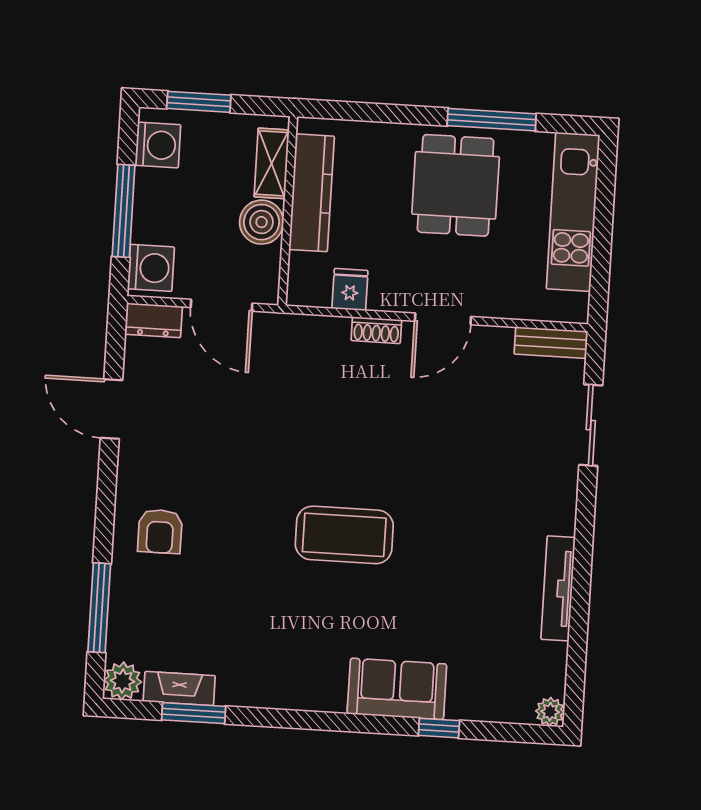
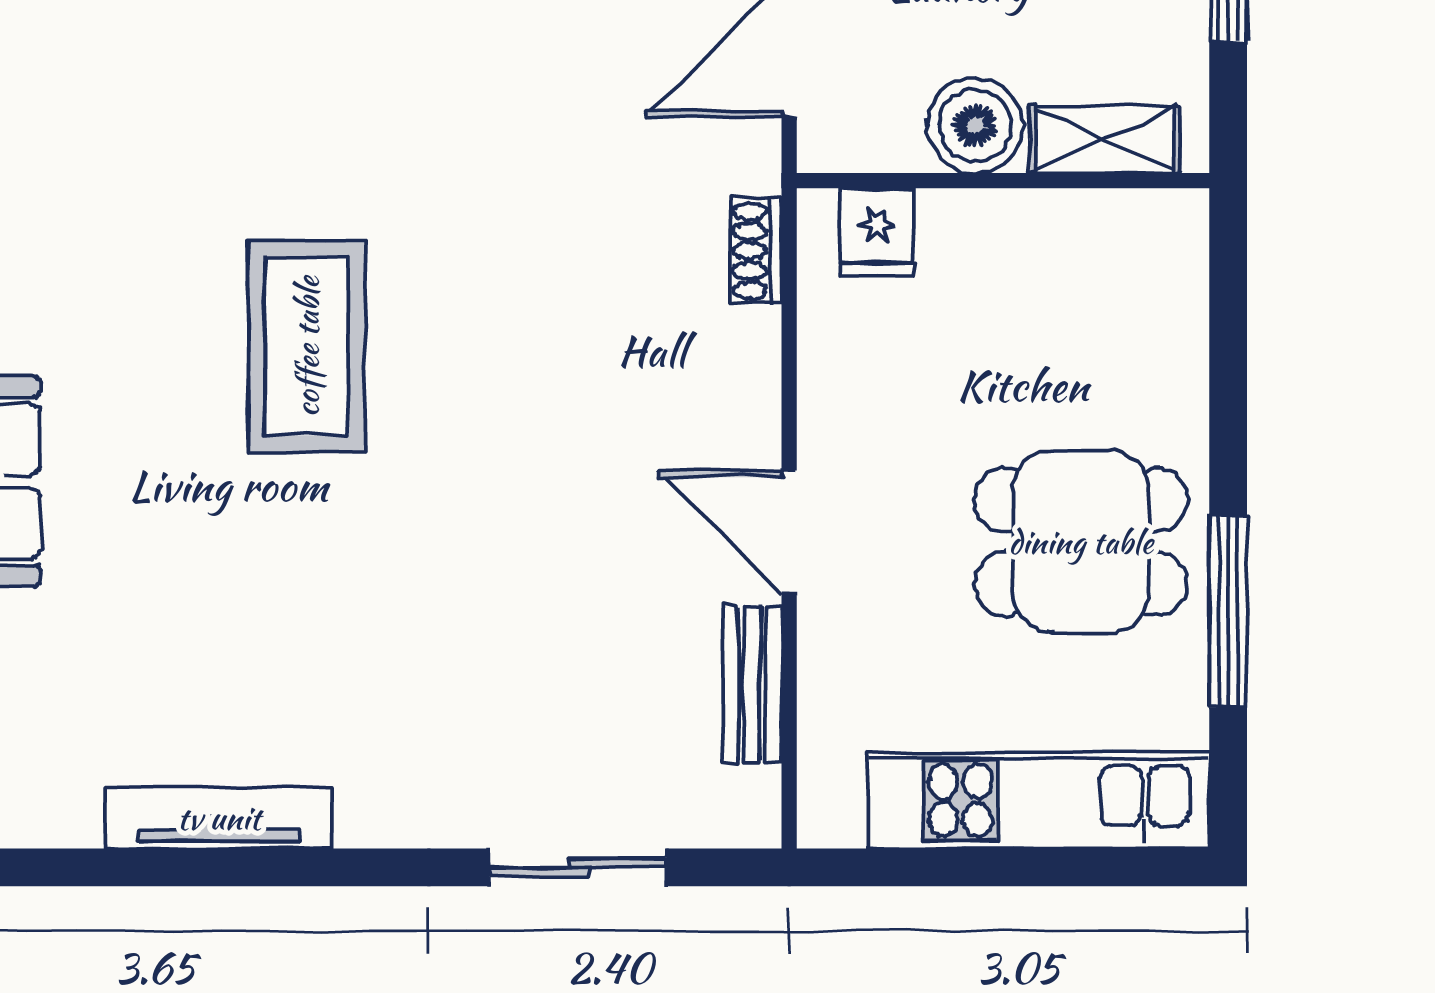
kitchen counter: (312, 193) -> (1046, 230), removed
fridge: (350, 290) -> (877, 232), moved, turned 90
shoe rack: (376, 330) -> (756, 251), moved
bench: (551, 343) -> (752, 684), moved

